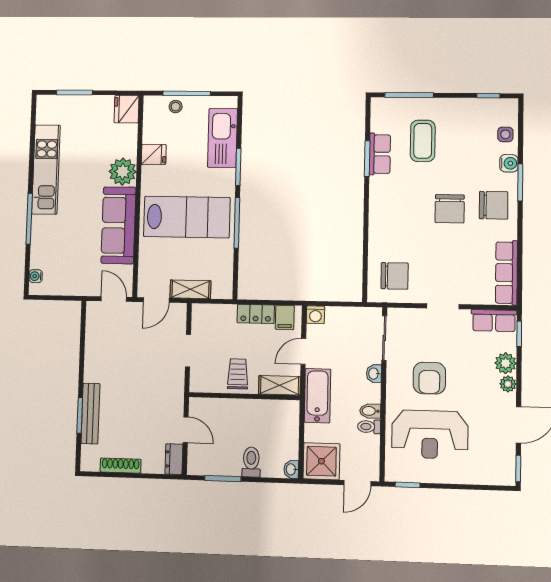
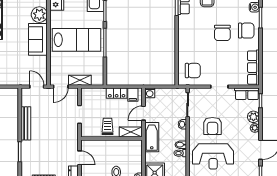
sofa: (118, 225) -> (38, 39), width x0.73
bench: (90, 414) -> (26, 123), moved

